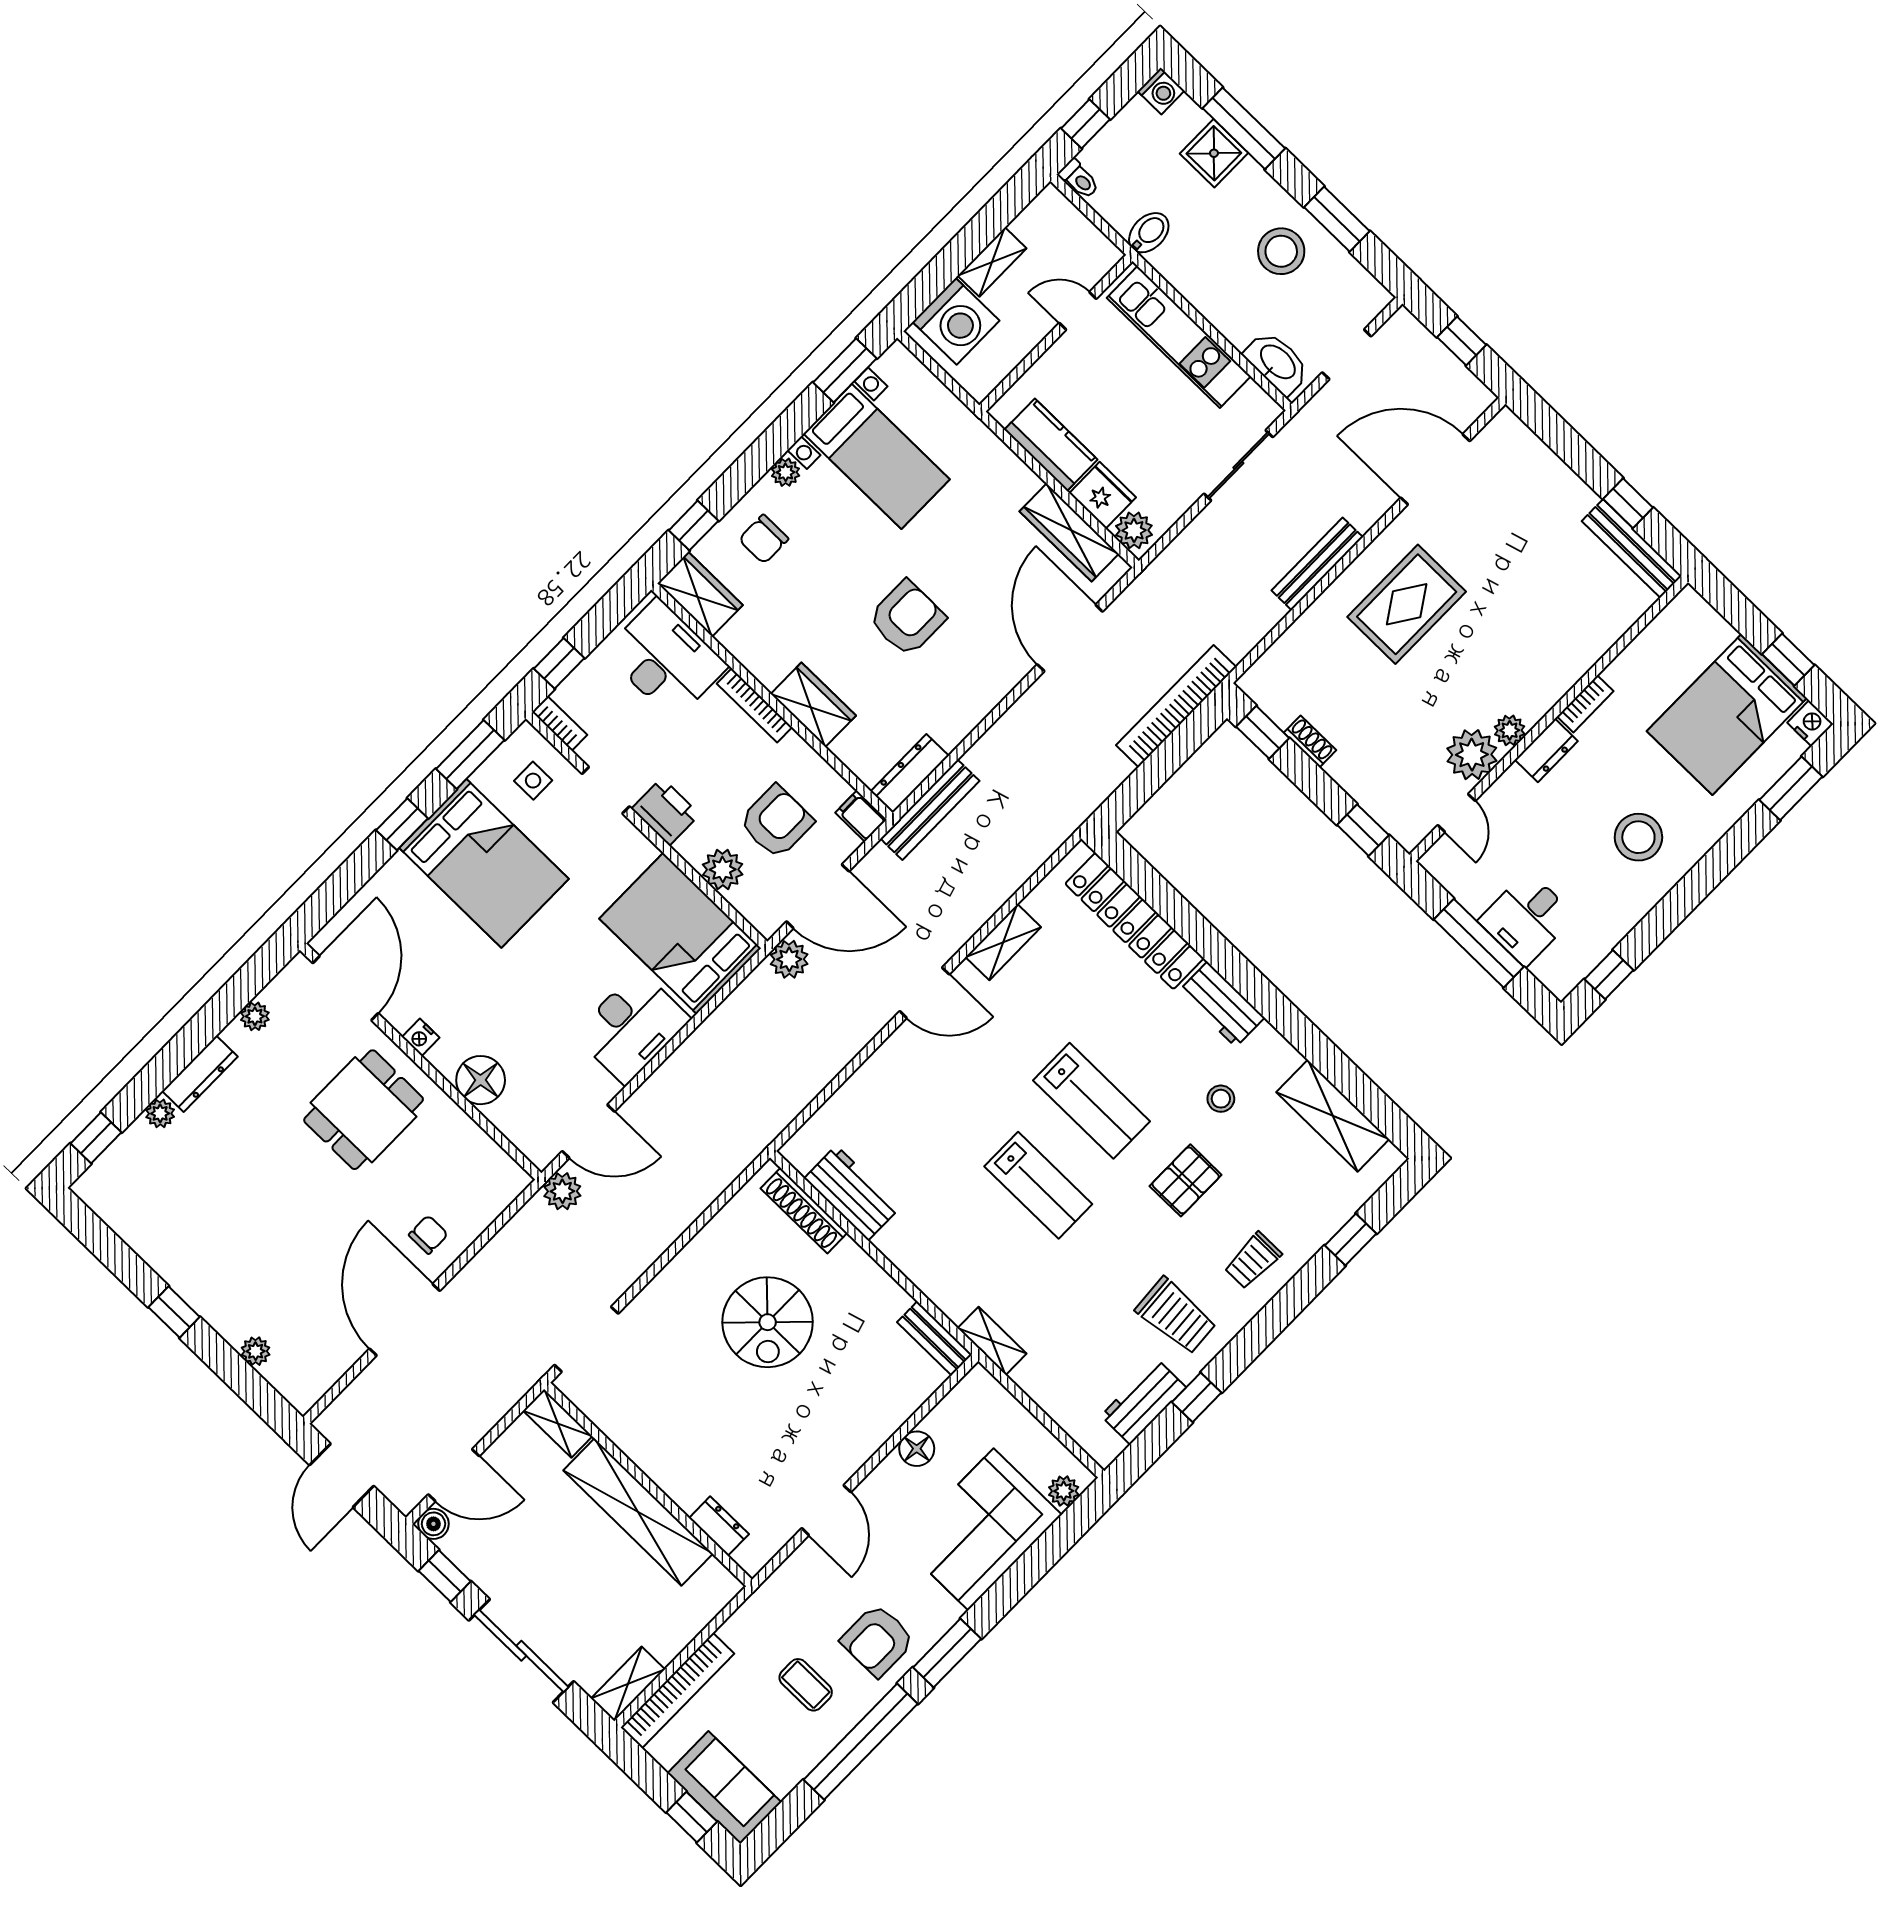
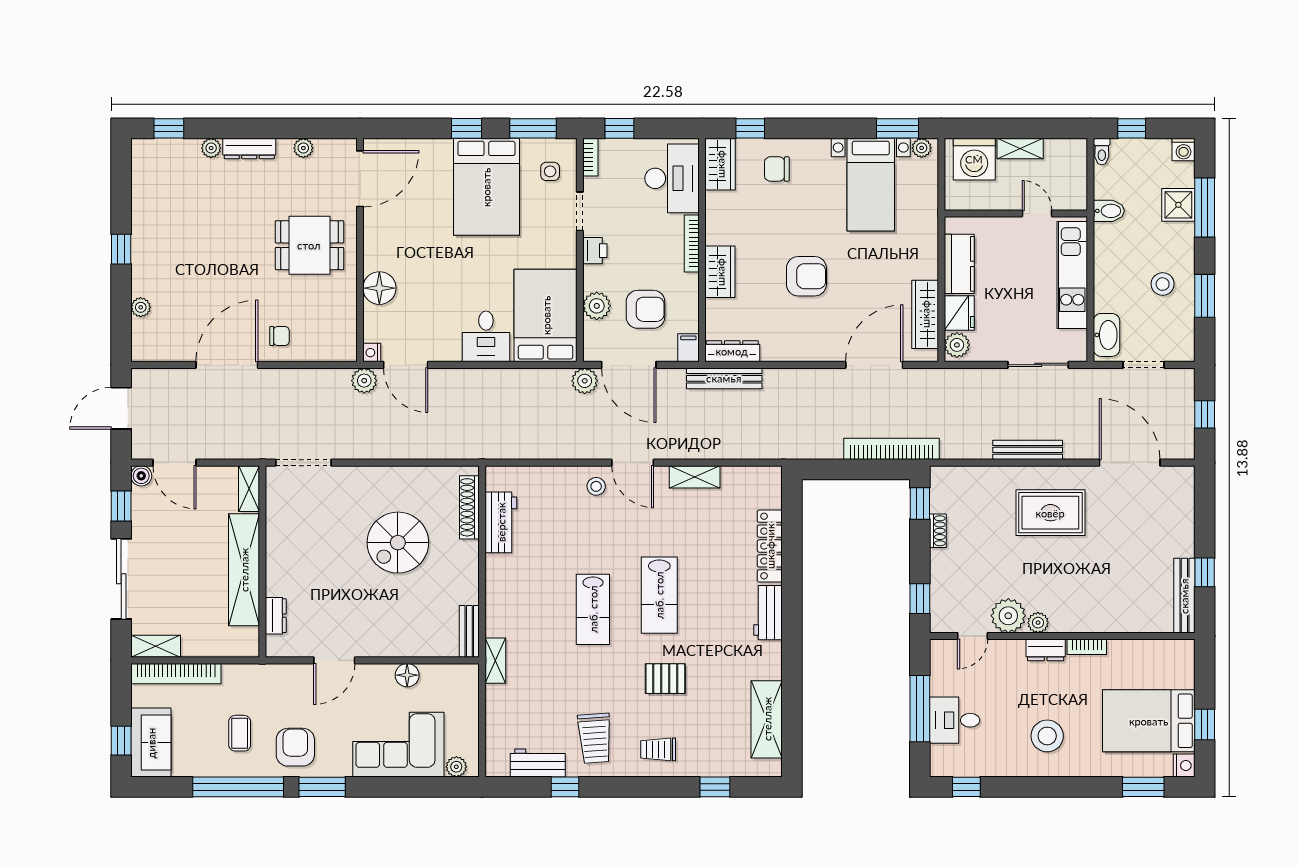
stool: (1281, 251) -> (1163, 284), width x0.73, depth x0.73
plant: (785, 472) -> (922, 148), moved
printer: (666, 812) -> (595, 251), width x0.73, depth x0.81
locker: (1134, 921) -> (770, 546), width x0.71, depth x0.83
desk: (632, 1027) -> (486, 336), width x0.73
nightstand: (421, 1037) -> (372, 353), moved
stool: (1221, 1099) -> (596, 486), moved
armchair: (878, 1640) -> (295, 747), turned 90

